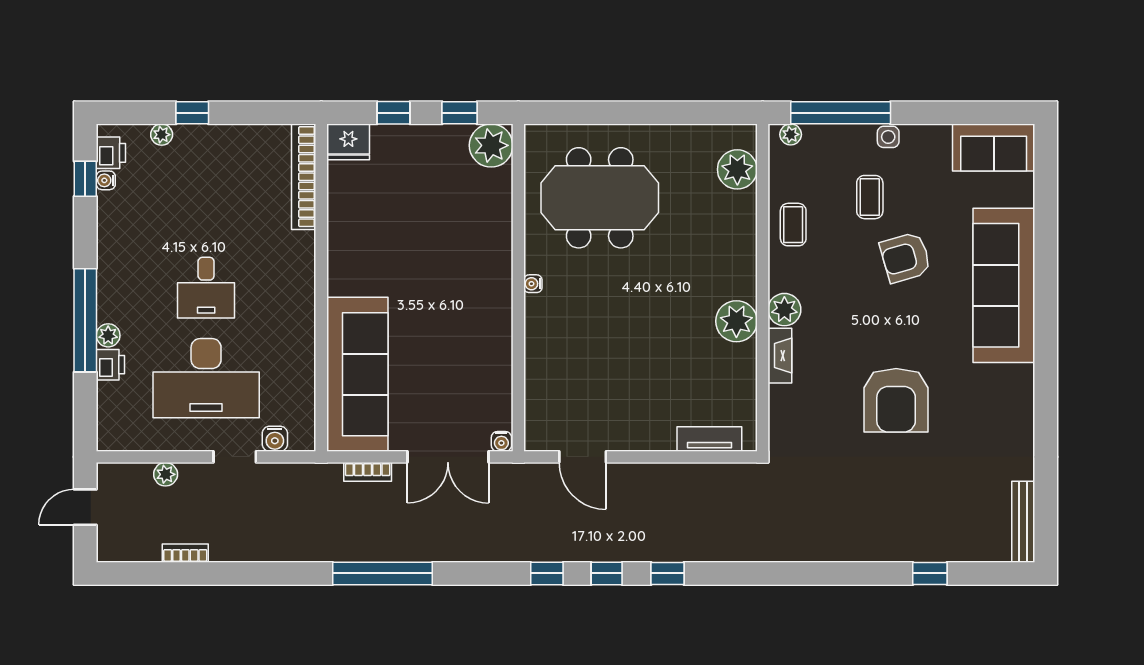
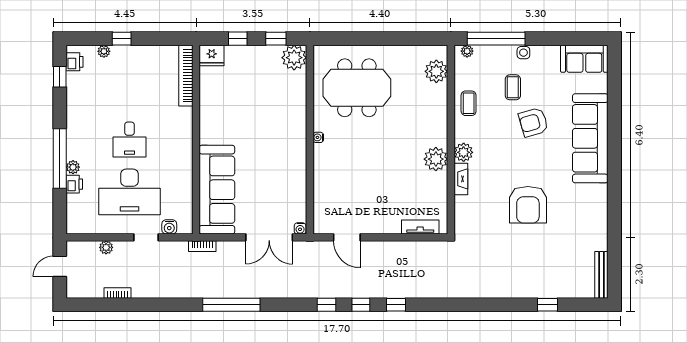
water cooler: (106, 180) -> (72, 78), removed
bookcase: (368, 472) -> (202, 246), moved

